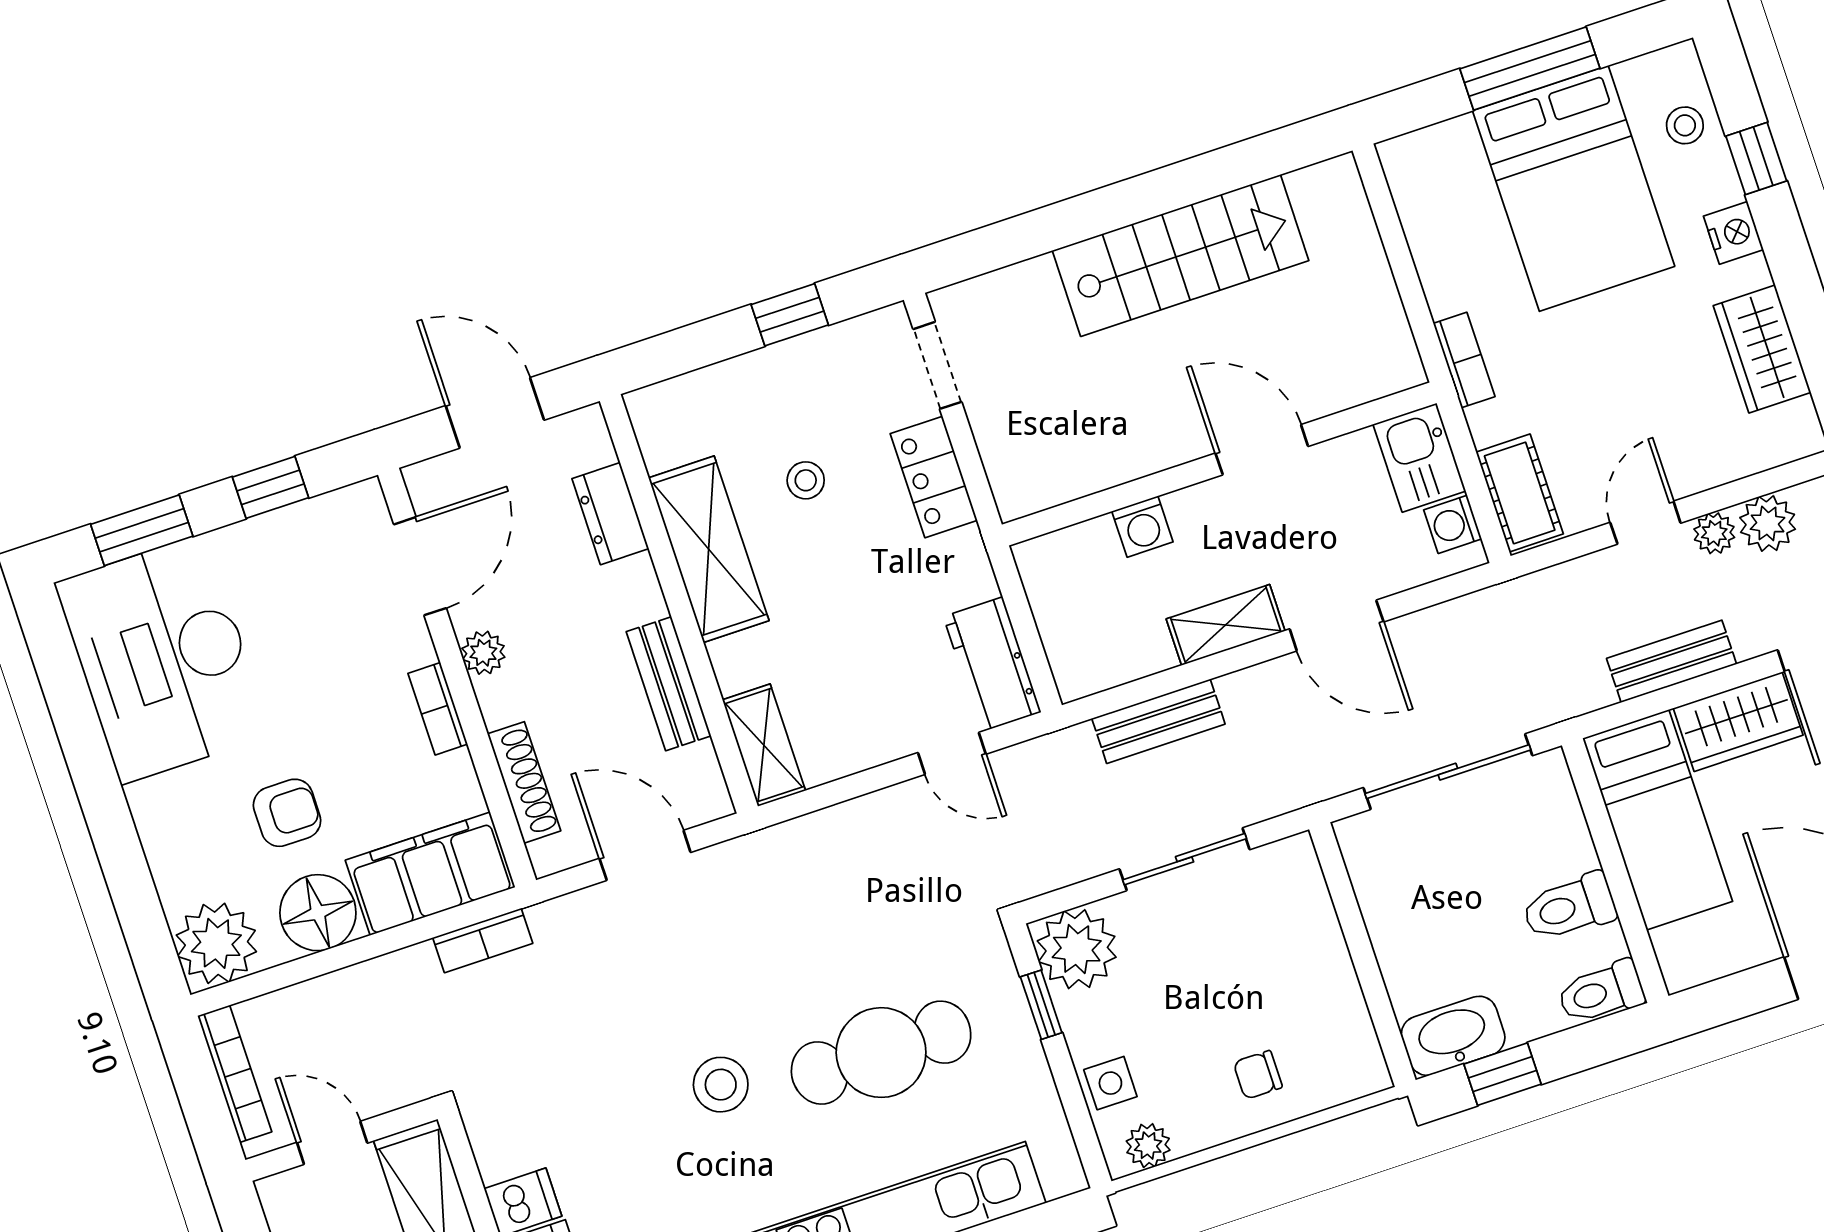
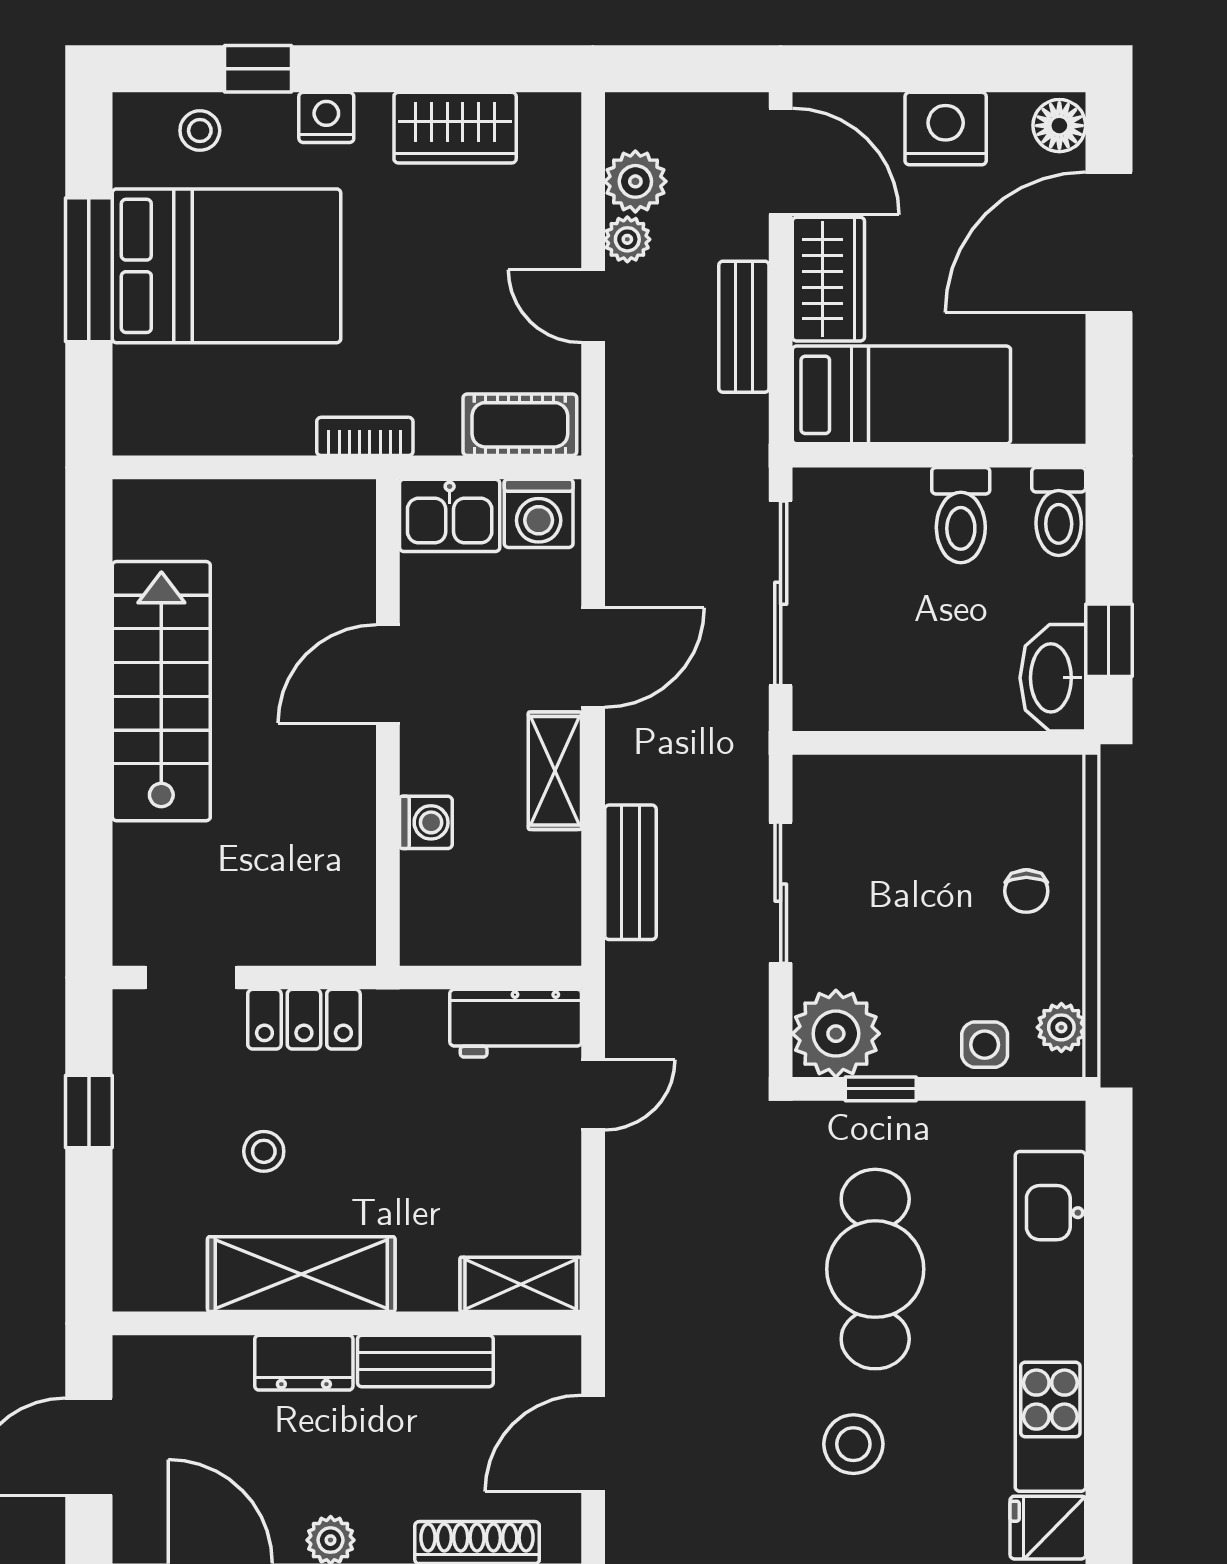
dresser: (610, 514) -> (304, 1363), moved
washing machine: (1453, 524) -> (539, 513), width x1.38, depth x1.38

